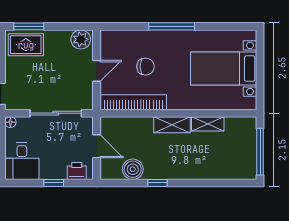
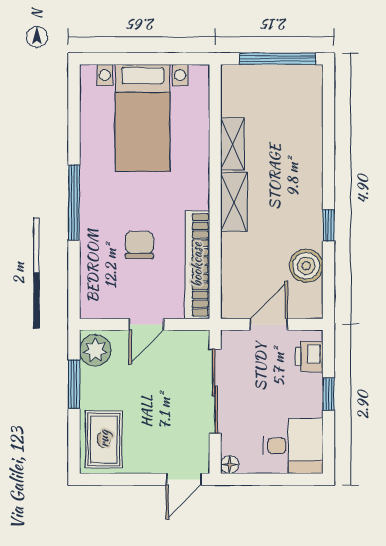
window: (29, 26) -> (74, 384), moved
door: (97, 71) -> (146, 324), swing flipped

